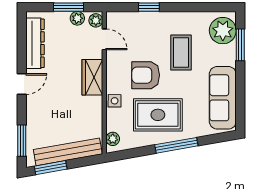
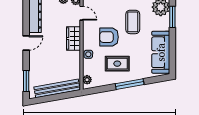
rug: (158, 115) -> (117, 64), width x0.73, depth x0.70
window: (51, 168) -> (46, 99), removed

